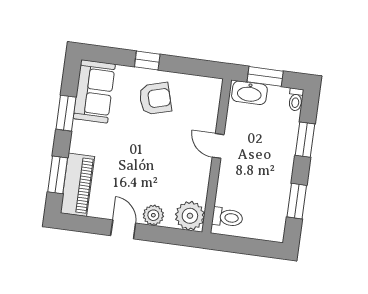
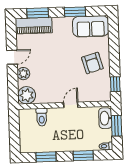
window: (147, 60) -> (115, 84), moved
toilet: (227, 217) -> (42, 117), moved

